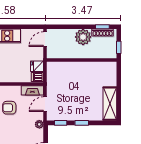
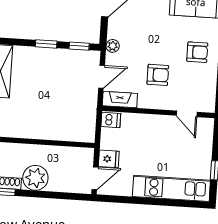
fridge: (37, 66) -> (109, 159), moved

